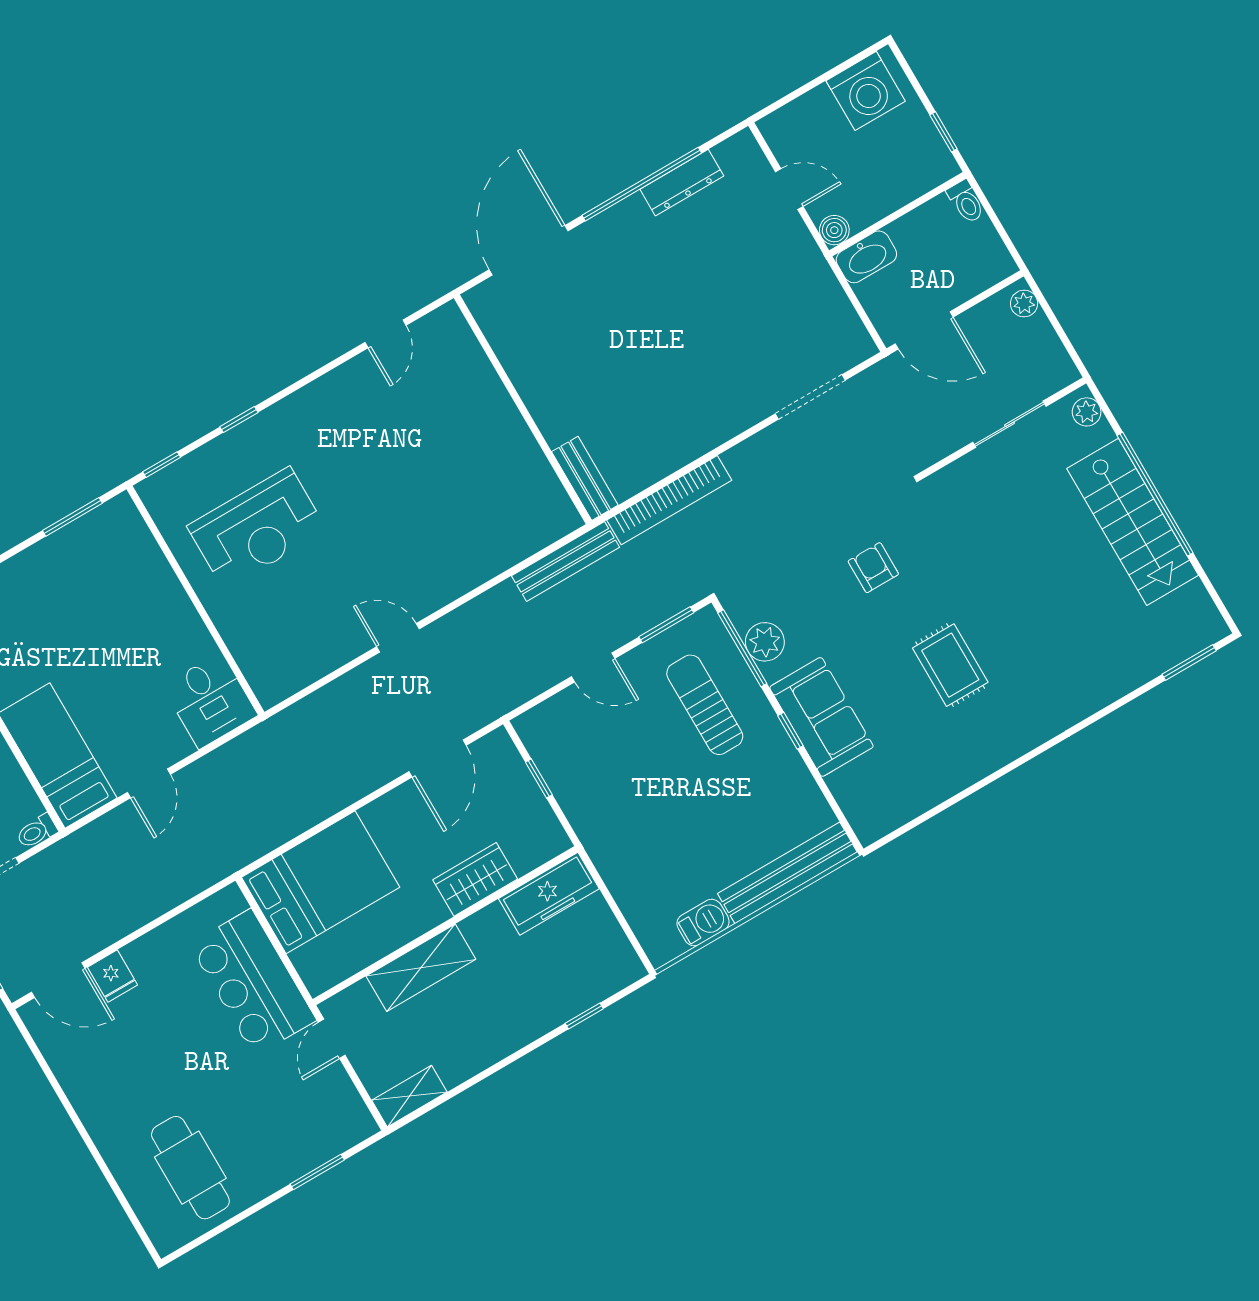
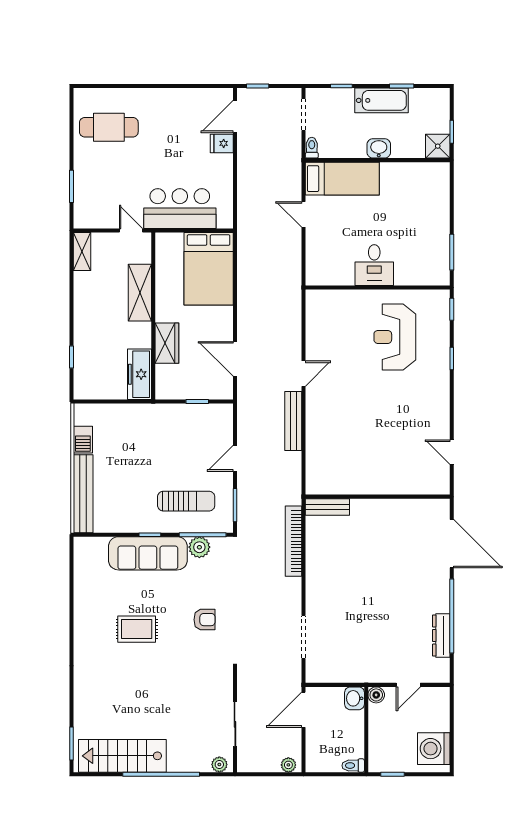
washbasin: (866, 257) -> (354, 698), width x0.72
stairs: (1133, 522) -> (122, 756), moved
bench: (565, 561) -> (293, 421), moved
desk: (210, 701) -> (374, 265), moved, turned -90
sofa: (821, 717) -> (148, 553), width x1.36

